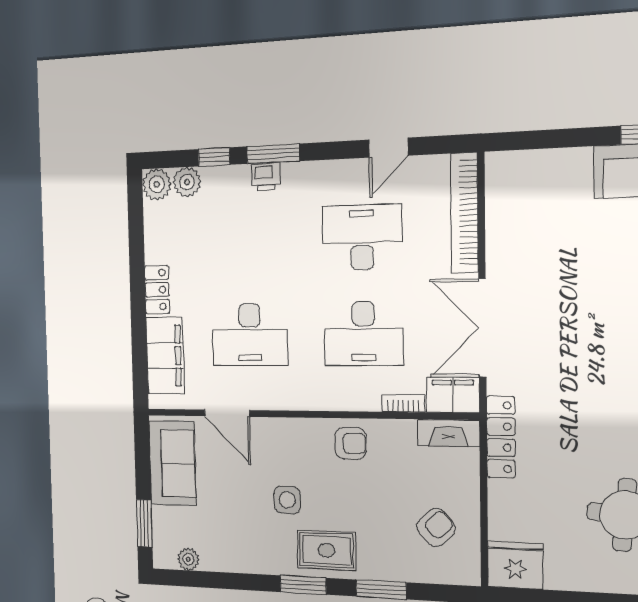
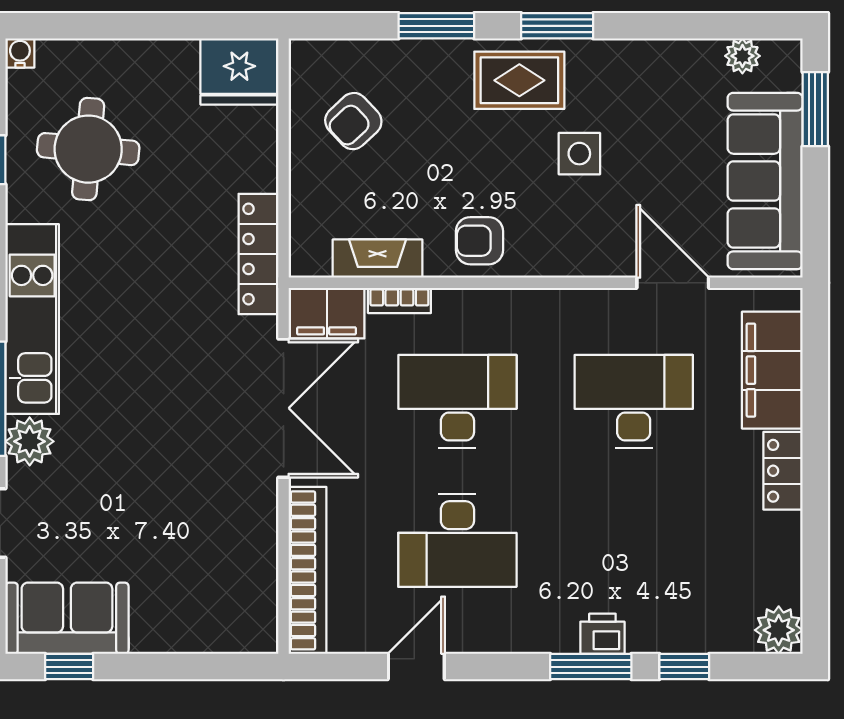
plant: (187, 182) -> (729, 631), removed
fireplace: (449, 433) -> (377, 259), moved
sofa: (172, 463) -> (765, 181), width x1.36

